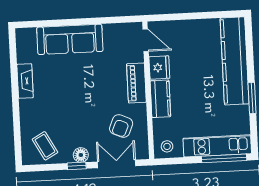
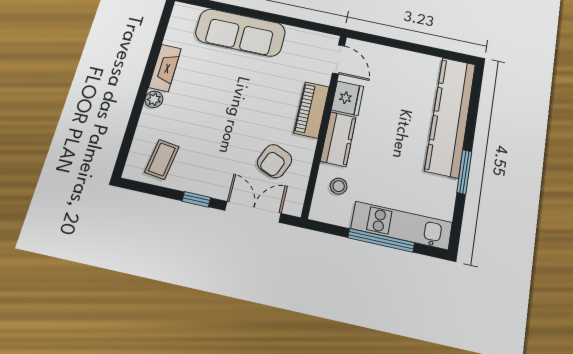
plant: (25, 106) -> (154, 99), added
coffee table: (45, 146) -> (162, 159), turned 37
stool: (167, 146) -> (339, 186), moved
floor lamp: (81, 155) -> (207, 186), removed
window: (224, 158) -> (381, 240), moved

